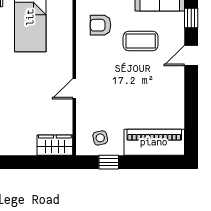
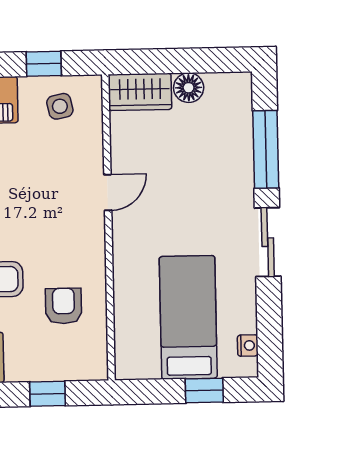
armchair: (100, 25) -> (64, 306), turned -90
floor lamp: (27, 147) -> (189, 88), added

